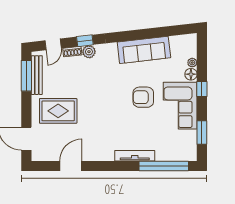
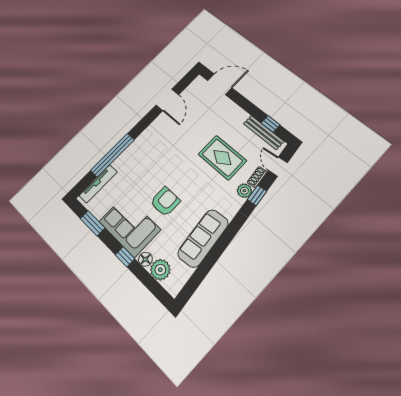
plant: (192, 63) -> (160, 270), width x1.87, depth x1.87
window: (26, 76) -> (271, 124), width x0.46
rug: (58, 111) -> (222, 158), moved, turned 90
tv unit: (135, 156) -> (98, 184), moved
window: (164, 166) -> (112, 155), moved

